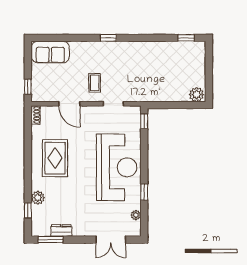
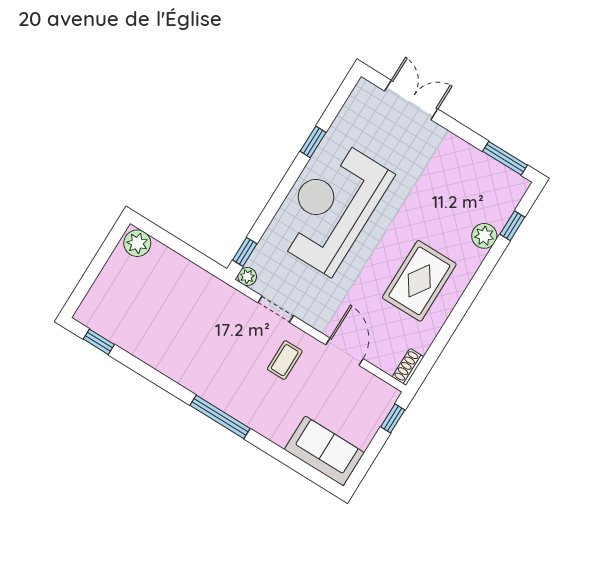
window: (108, 38) -> (220, 417), width x2.17
plant: (136, 215) -> (247, 277), moved
dresser: (61, 230) -> (479, 162), removed

